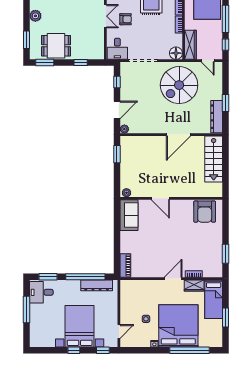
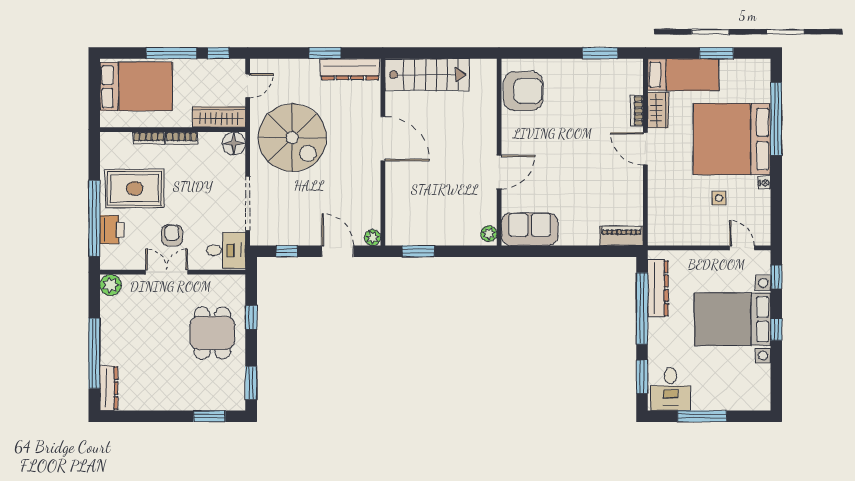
plant: (35, 16) -> (166, 400), removed
dining table: (56, 46) -> (212, 333), moved

